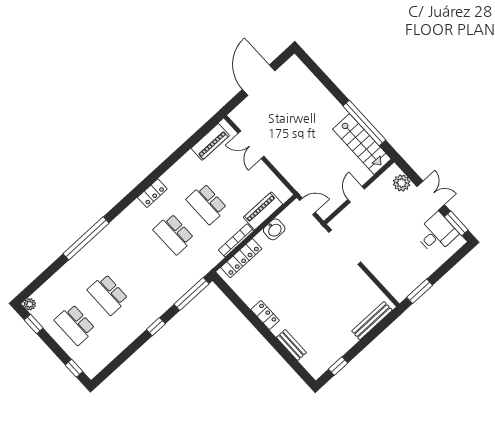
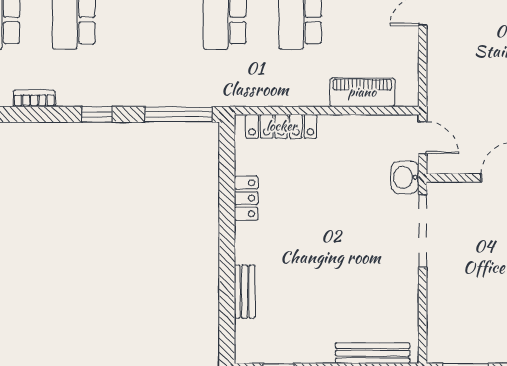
washbasin: (274, 229) -> (405, 177), moved, turned 90
bookcase: (236, 240) -> (34, 98), moved, width x0.64
locker: (265, 315) -> (246, 198), moved

